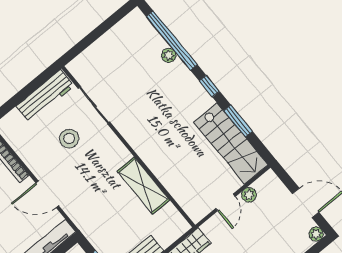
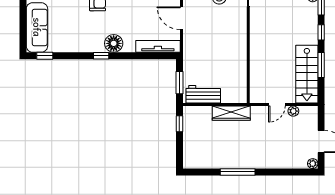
shelving: (143, 186) -> (239, 58), removed

